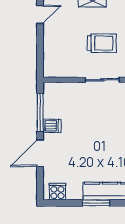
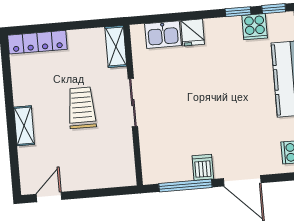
door: (40, 14) -> (49, 197), hinge flipped

